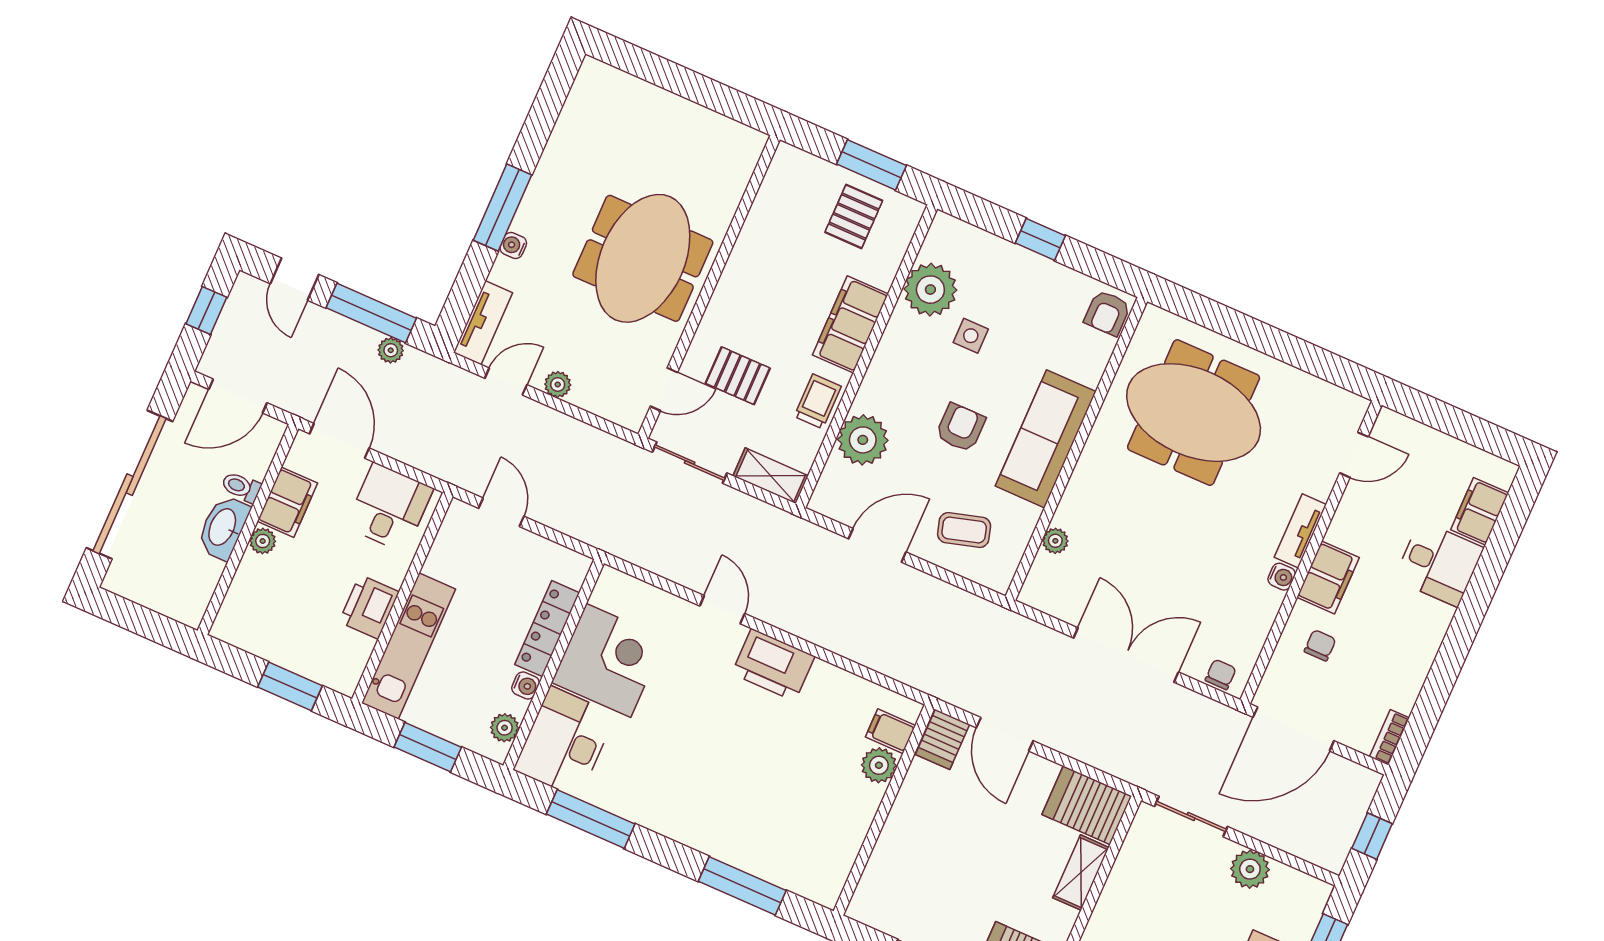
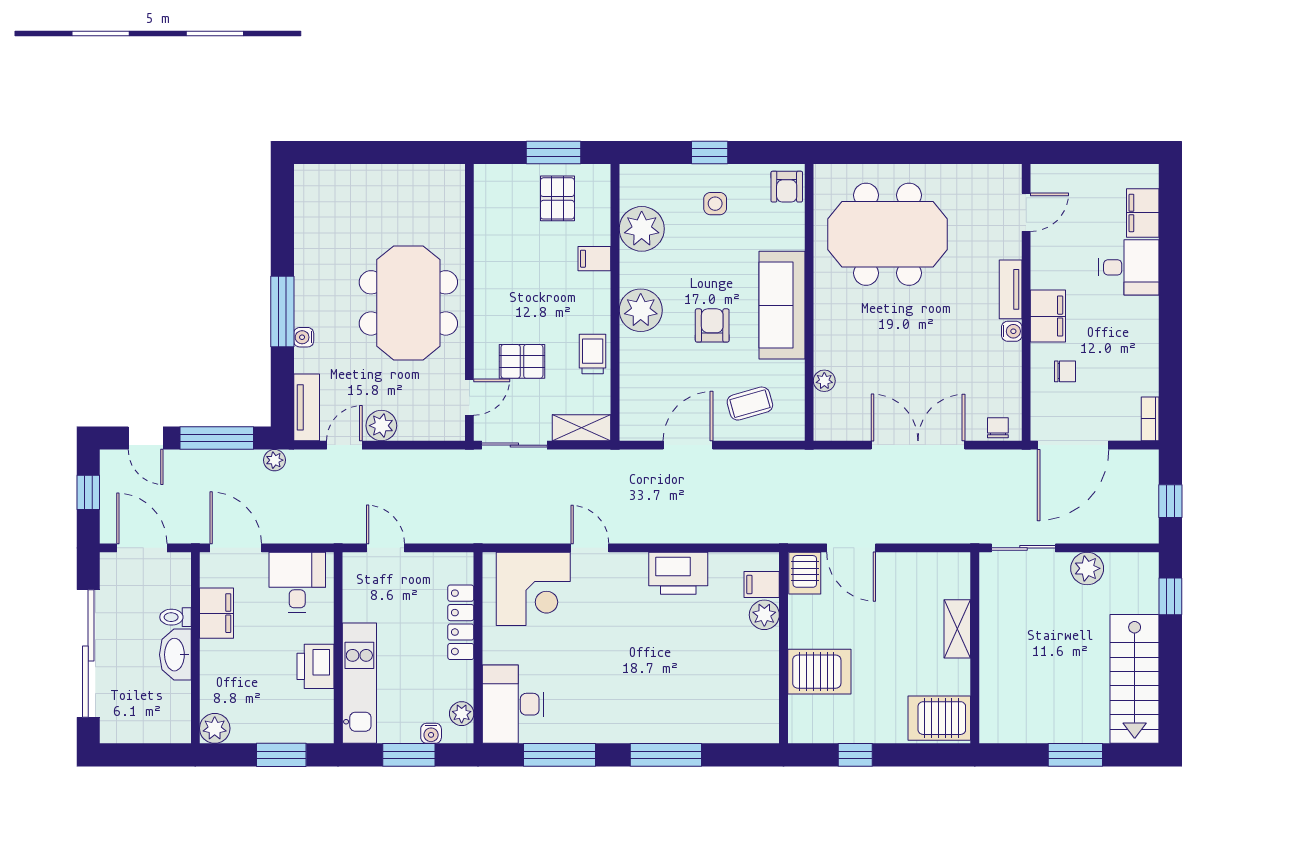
filing cabinet: (850, 324) -> (594, 259), width x0.33, depth x0.86
side table: (971, 336) -> (715, 204), moved
plant: (391, 350) -> (275, 460), moved
plant: (558, 384) -> (381, 426), width x1.38, depth x1.38
door: (238, 396) -> (142, 548), swing flipped
plant: (863, 440) -> (641, 310), moved
plant: (263, 541) -> (215, 728), moved, width x1.38, depth x1.38
chair: (1320, 645) -> (1065, 371), turned 90
corner desk: (608, 660) -> (533, 589), moved, turned 90
printer: (773, 665) -> (678, 573), moved
water cooler: (526, 686) -> (431, 733), moved, turned 90
server rack: (1087, 805) -> (819, 672), moved, turned 180
window: (742, 886) -> (666, 755), moved

